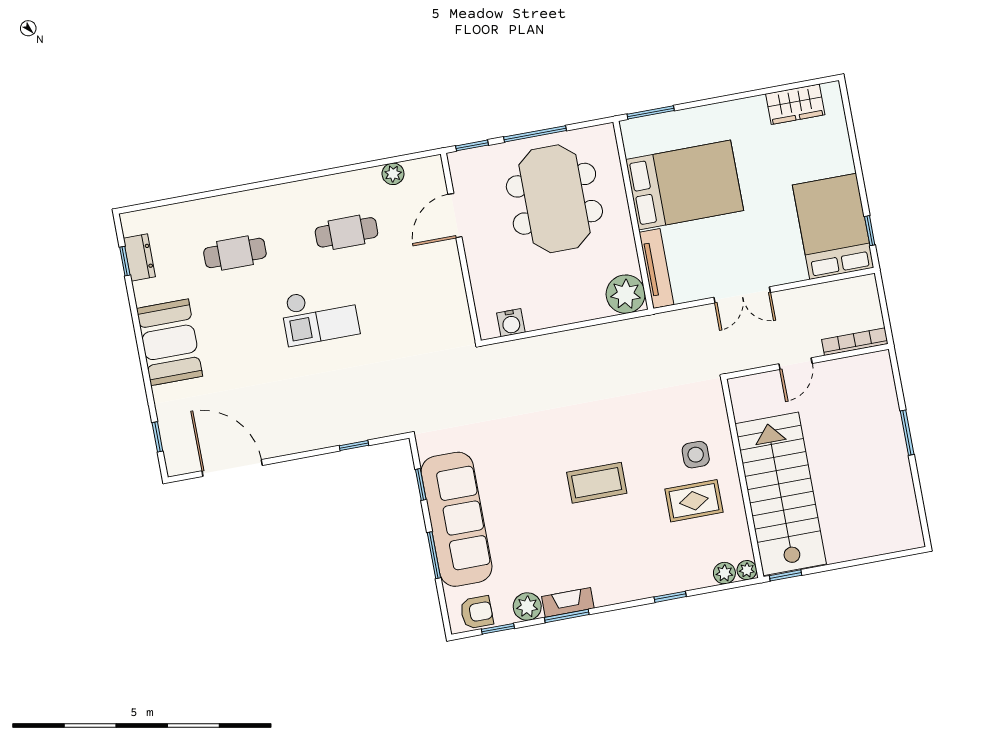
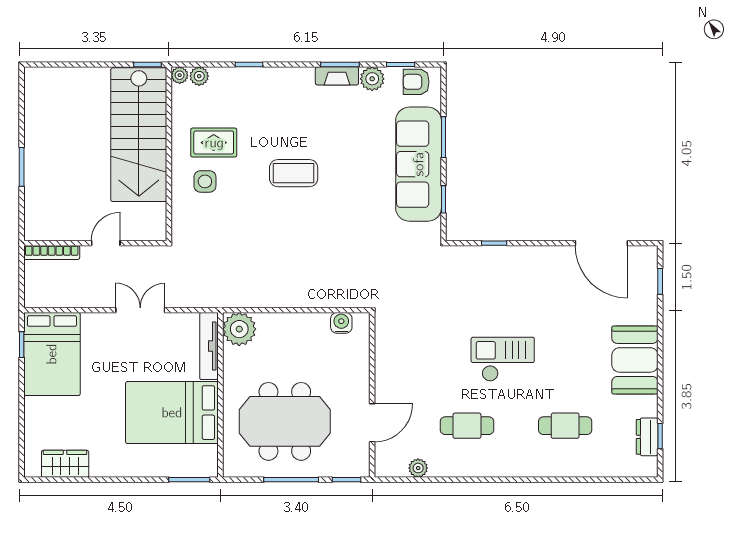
meeting table: (554, 199) -> (285, 421), turned 90

